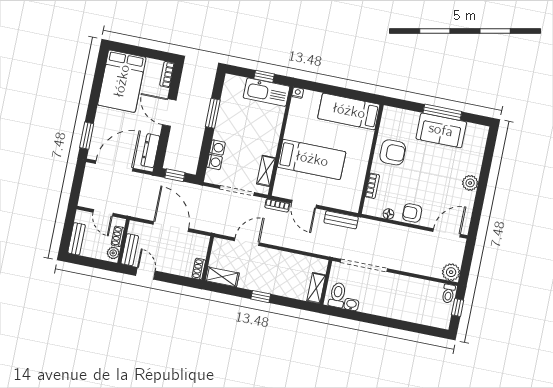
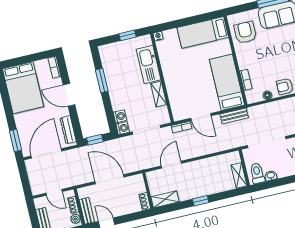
kitchen sink: (266, 92) -> (149, 65), moved, turned 90
washing machine: (217, 147) -> (123, 128), moved
armchair: (393, 152) -> (245, 32), moved, turned -90
bed: (312, 159) -> (227, 82), moved, turned -90
shelving: (266, 171) -> (159, 94), moved

